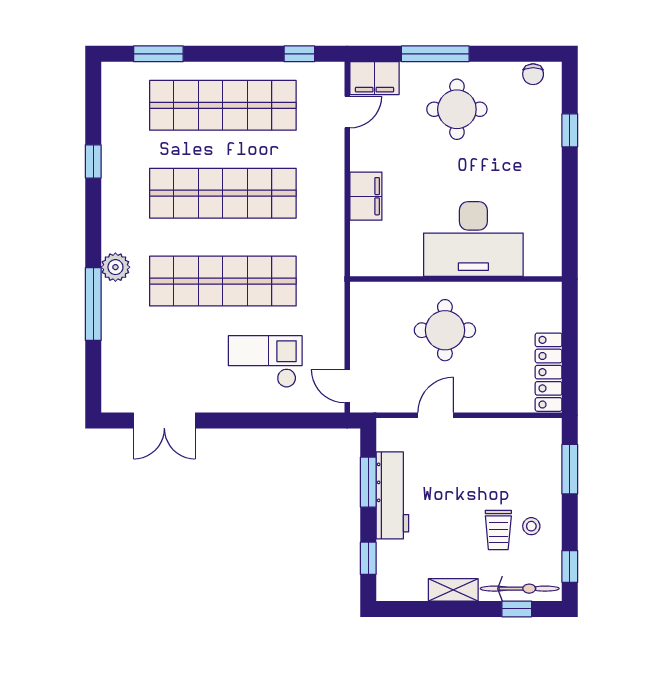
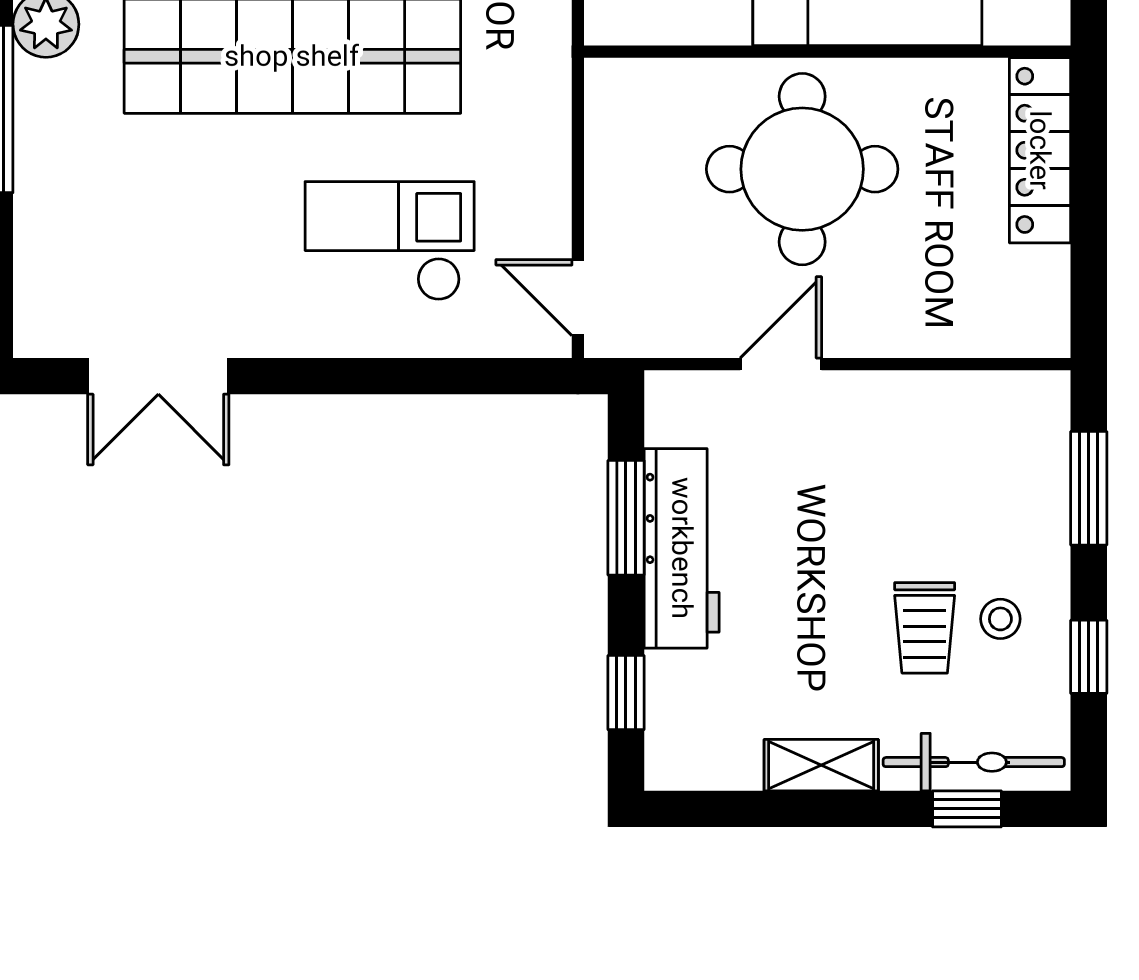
round table: (445, 330) -> (802, 169), width x1.36, depth x1.36
locker: (549, 372) -> (1040, 150), moved
window: (570, 566) -> (1089, 657), moved

